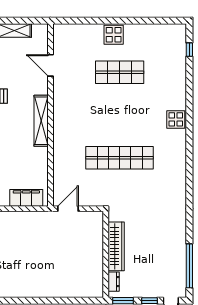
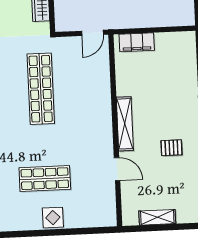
door: (50, 65) -> (117, 169), moved
shop shelf: (120, 158) -> (41, 89), turned 90

